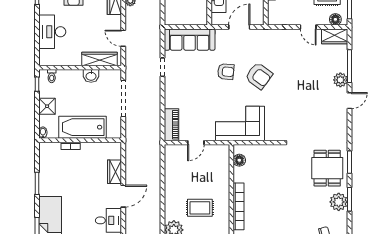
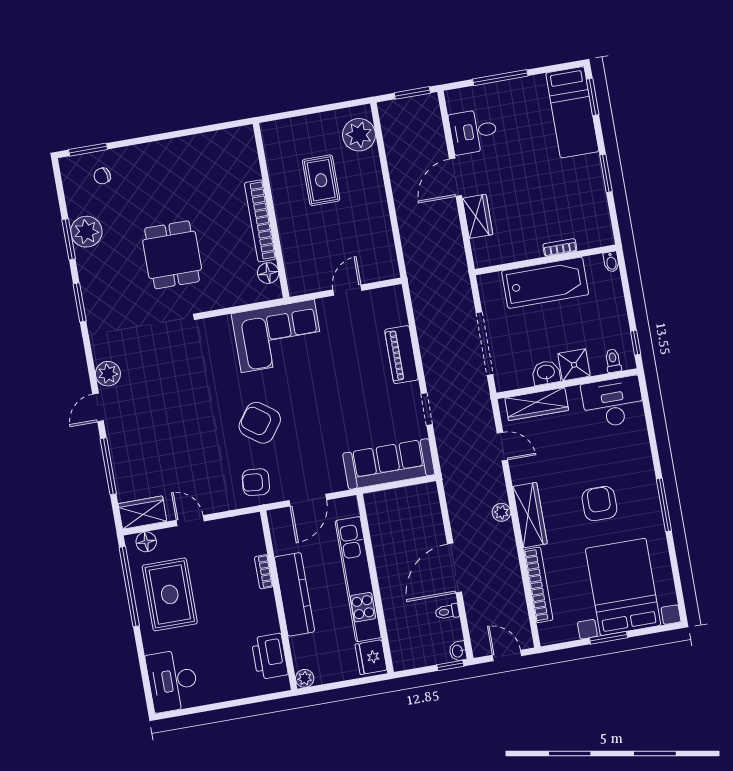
desk: (52, 32) -> (613, 402), moved, turned -90
armchair: (226, 72) -> (256, 482), moved
plant: (340, 80) -> (108, 374), moved
shower: (47, 106) -> (574, 365), moved
piano: (172, 125) -> (401, 355), moved
dining table: (327, 168) -> (172, 255), moved
bookcase: (239, 206) -> (260, 221), moved
rug: (200, 208) -> (321, 180), turned 90

